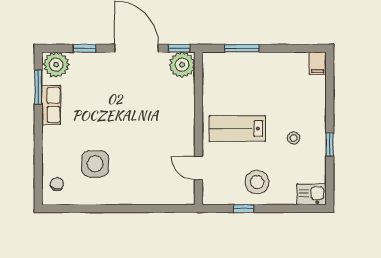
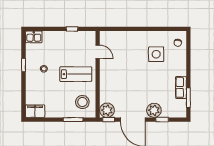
filing cabinet: (318, 63) -> (35, 111), width x2.00
plant: (56, 65) -> (154, 110), moved
stool: (257, 182) -> (82, 102), moved

